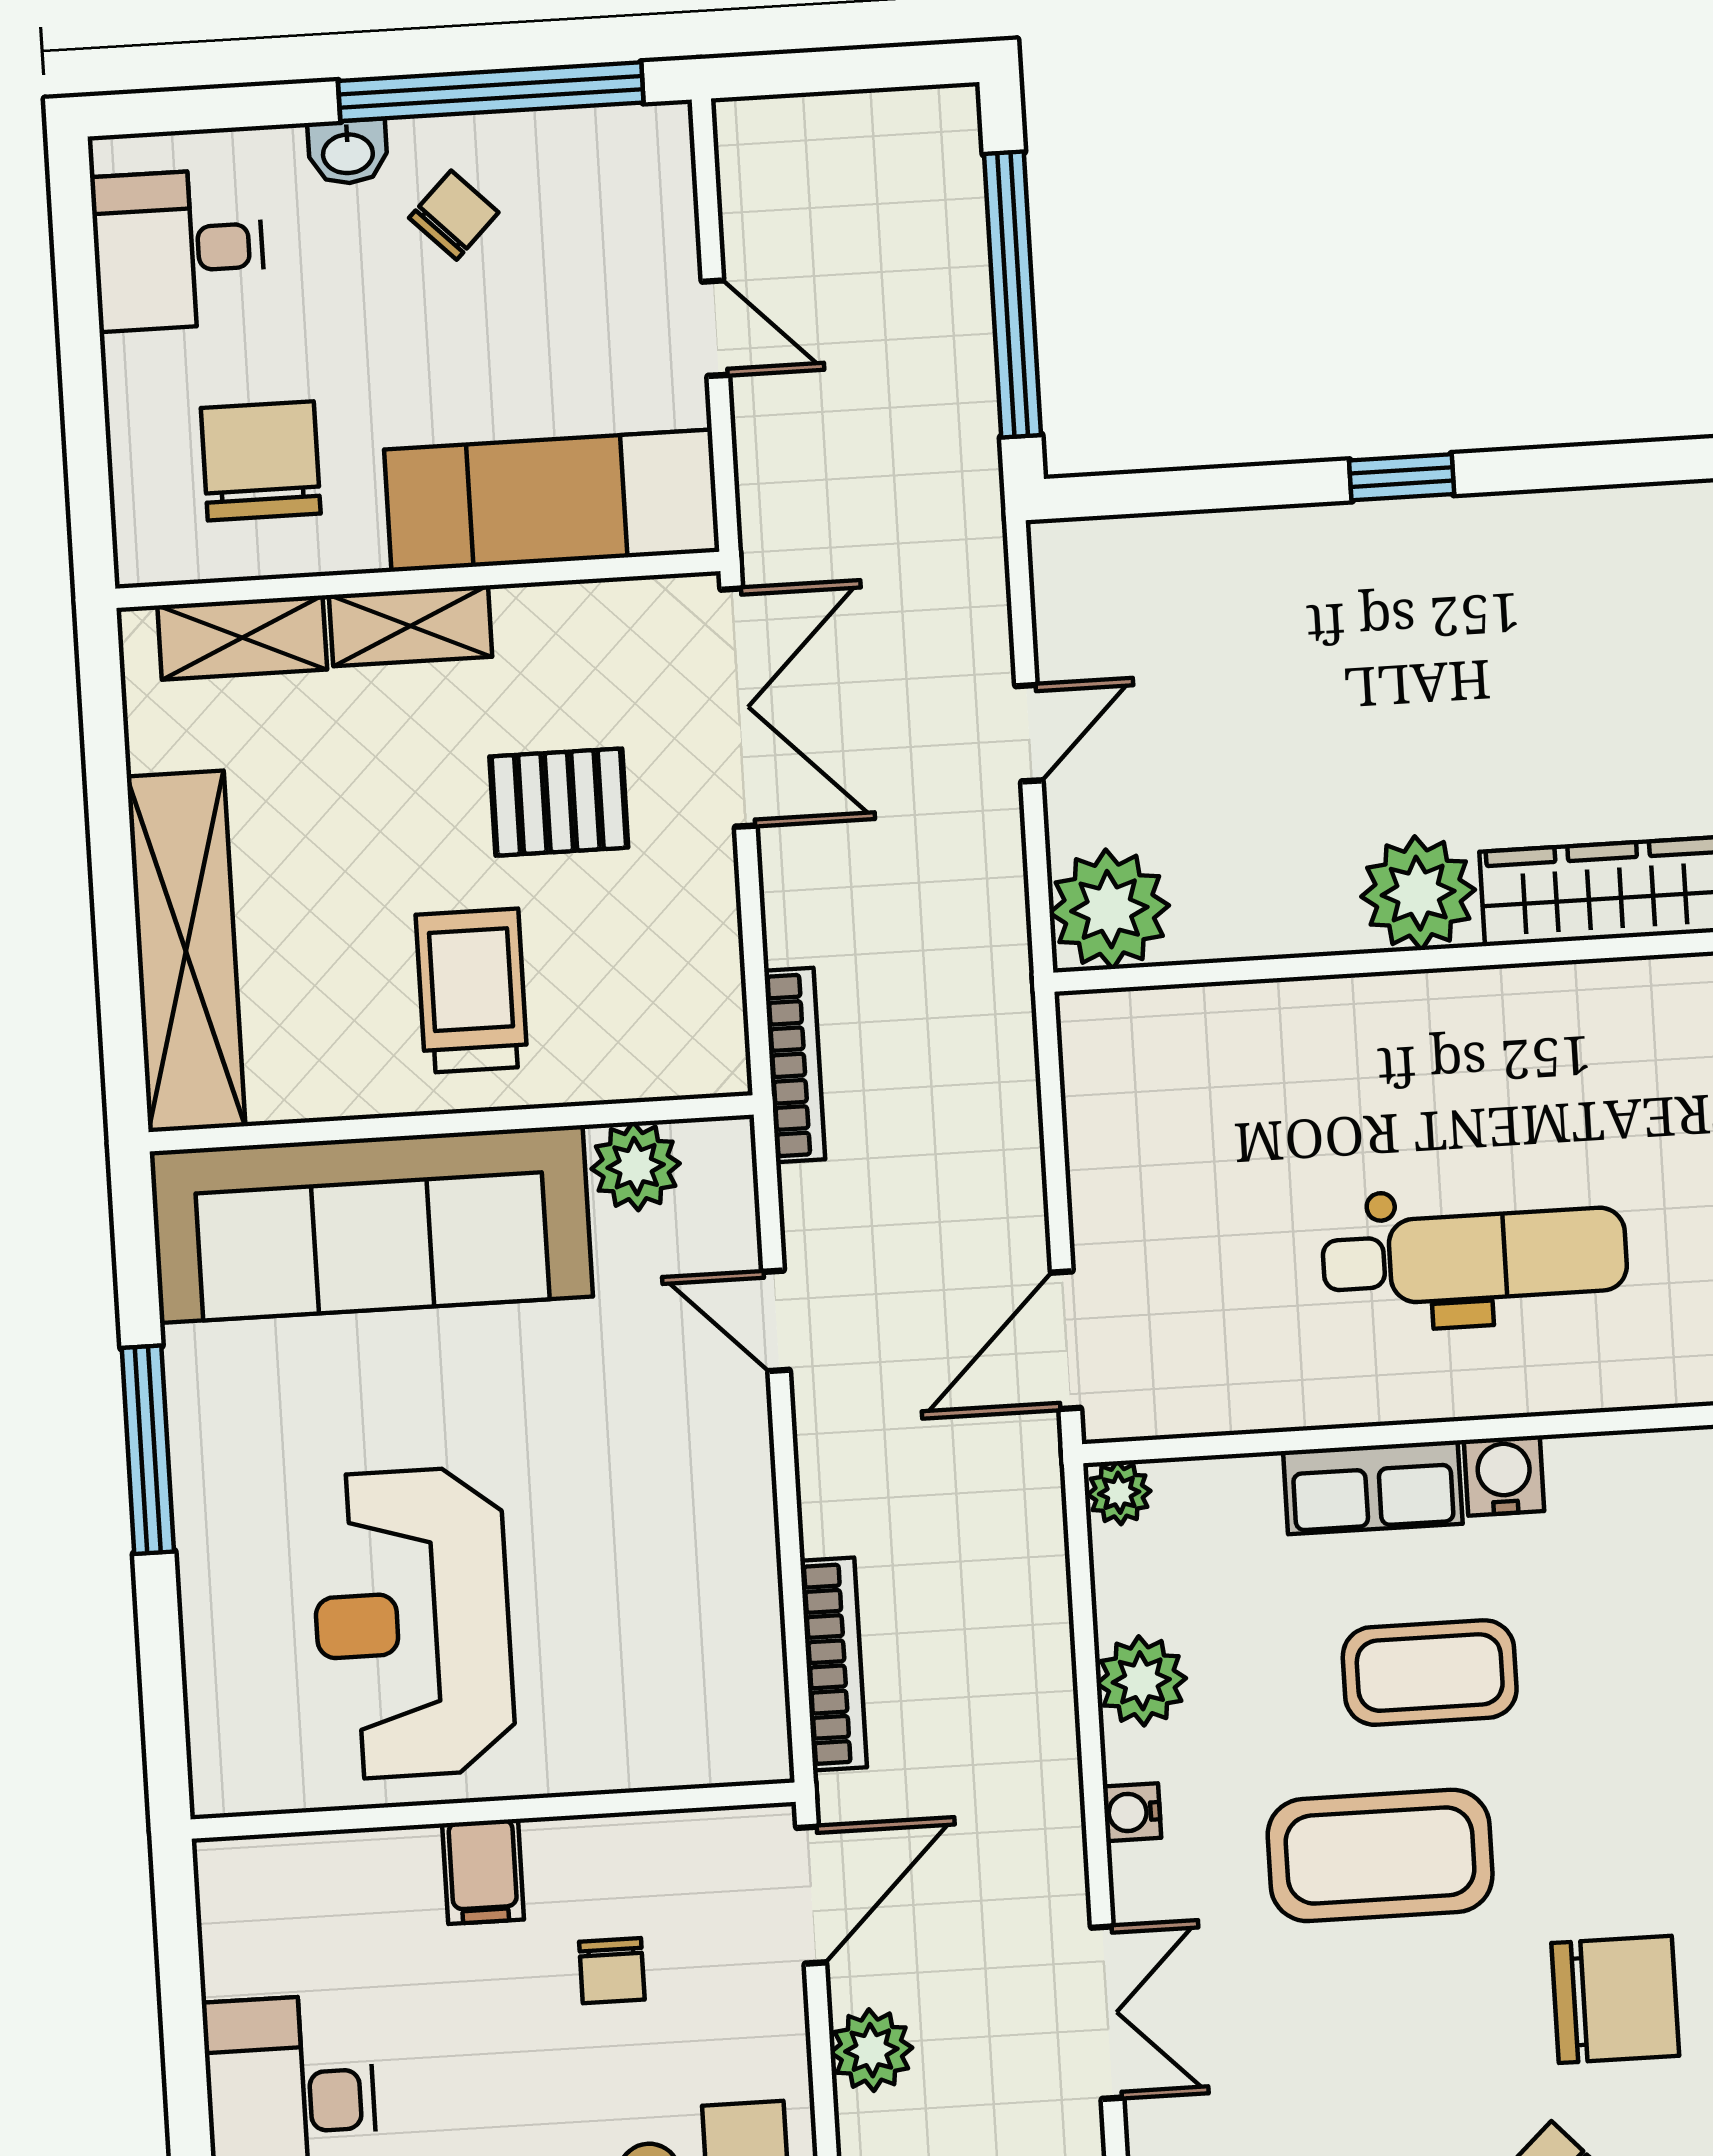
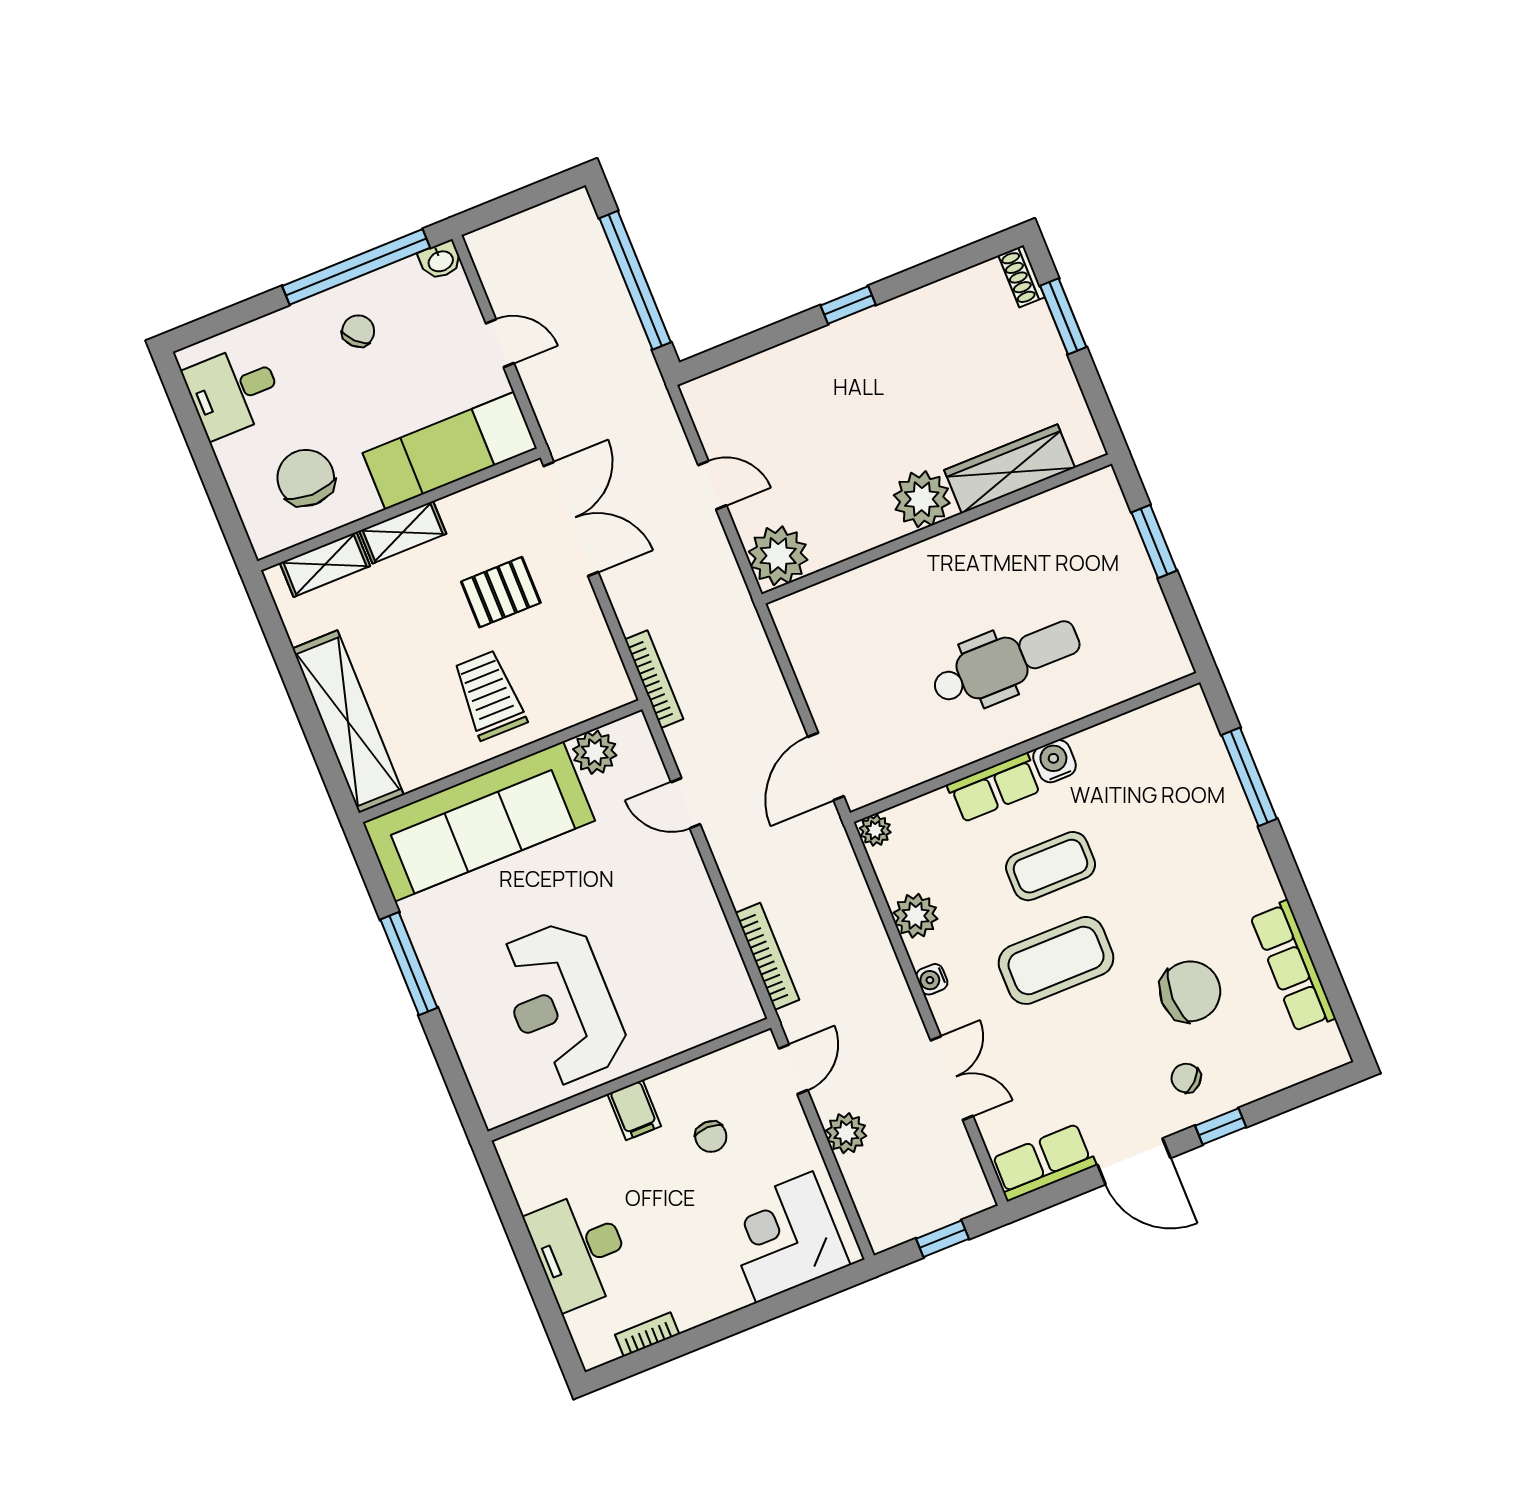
washbasin: (348, 152) -> (440, 260), moved
door: (1029, 733) -> (712, 485), hinge flipped
door: (811, 1895) -> (793, 1069), width x0.73

